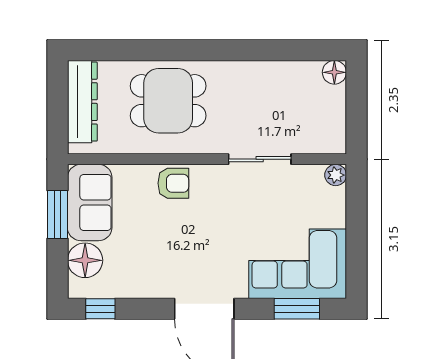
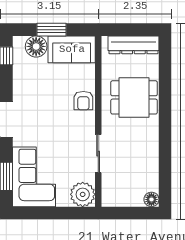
dining table: (168, 101) -> (134, 97), turned 90
plant: (336, 175) -> (83, 194), width x1.88, depth x1.88
window: (57, 215) -> (51, 30), moved

